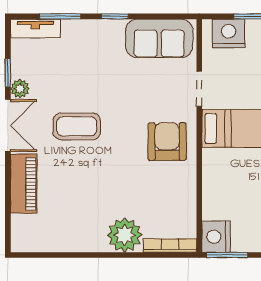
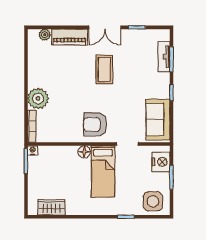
tv unit: (35, 28) -> (164, 57), moved
plant: (20, 89) -> (45, 35), moved
armchair: (167, 142) -> (95, 124), turned 180
floor lamp: (212, 159) -> (84, 152), added
nightstand: (216, 237) -> (33, 150), width x0.53, depth x0.56

